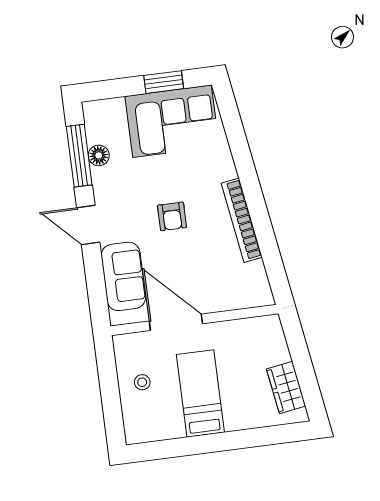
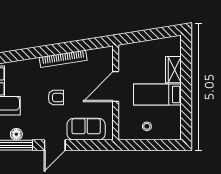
door: (176, 322) -> (116, 87), moved
wardrobe: (286, 387) -> (173, 70), moved, turned 99

